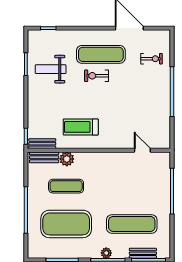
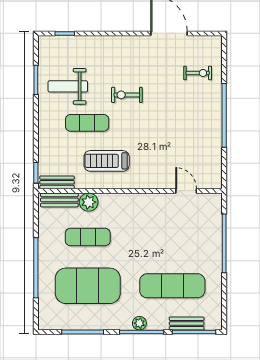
exercise mat: (101, 54) -> (87, 123), moved, width x0.73, depth x0.69

